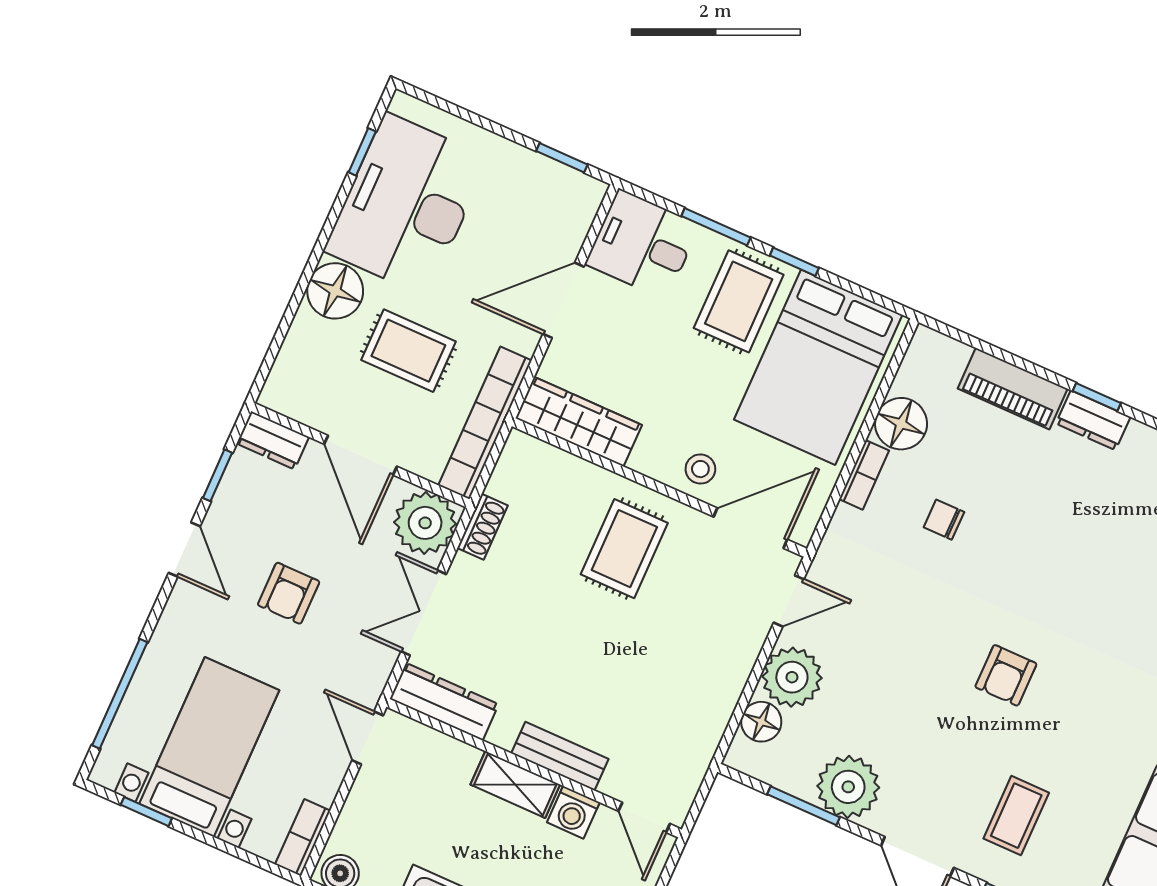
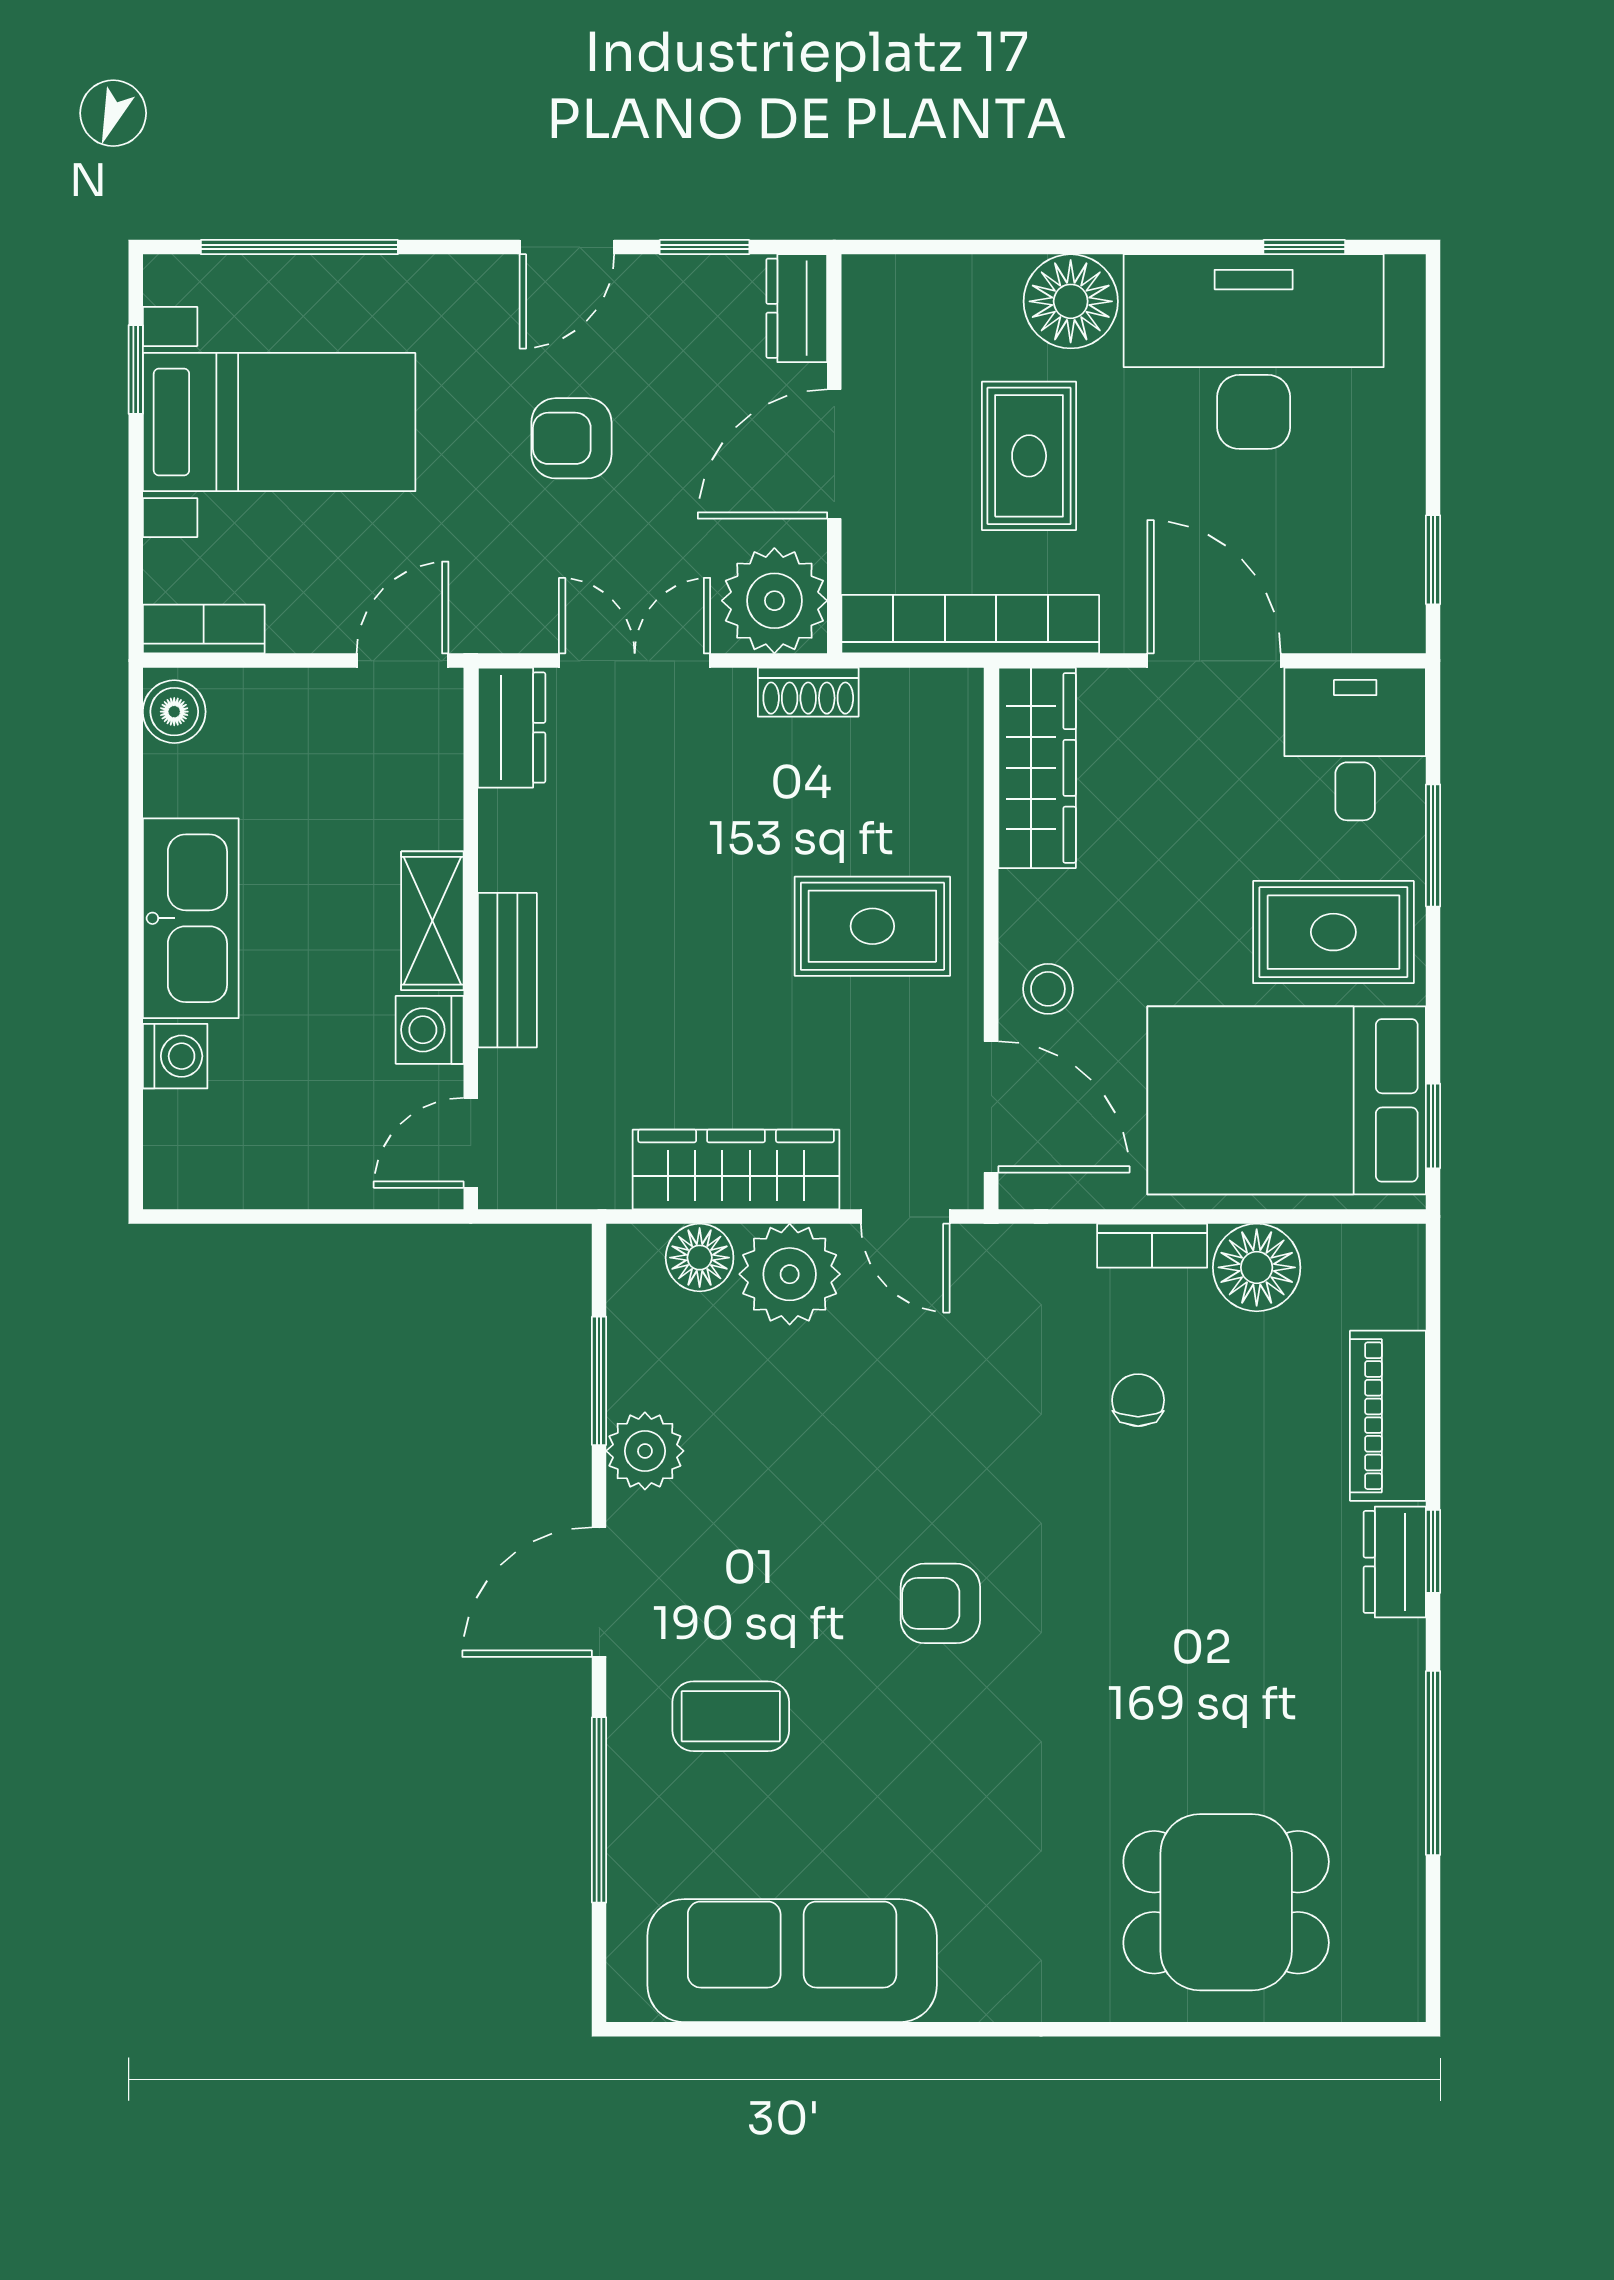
window: (794, 262) -> (1433, 1126), moved
wardrobe: (723, 681) -> (736, 1169), added
dresser: (444, 702) -> (512, 728), width x0.70
plant: (848, 787) -> (645, 1451), width x0.73, depth x0.73

